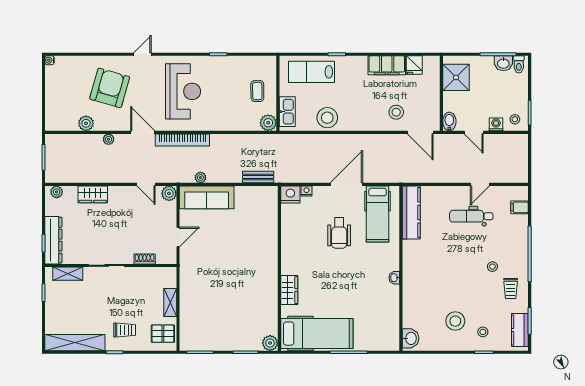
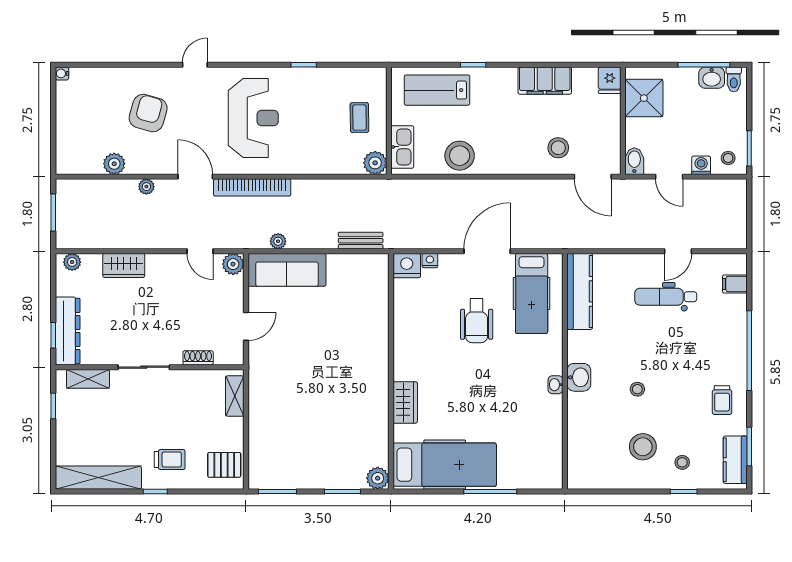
fridge: (414, 65) -> (610, 80), moved
armchair: (110, 88) -> (148, 113), width x0.73, depth x0.73
stool: (492, 267) -> (637, 389), moved
shelving: (170, 303) -> (235, 396), moved
washbasin: (411, 338) -> (579, 377), moved

